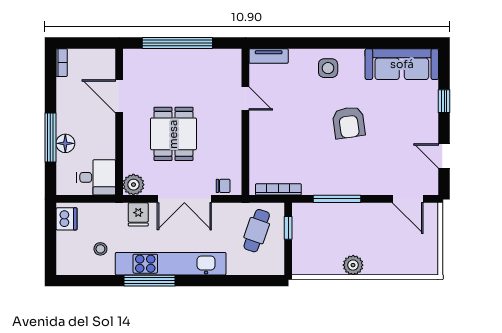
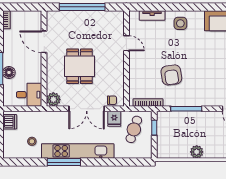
tv unit: (269, 56) -> (152, 15), moved
armchair: (349, 123) -> (171, 75), moved
fridge: (138, 214) -> (114, 119), moved

